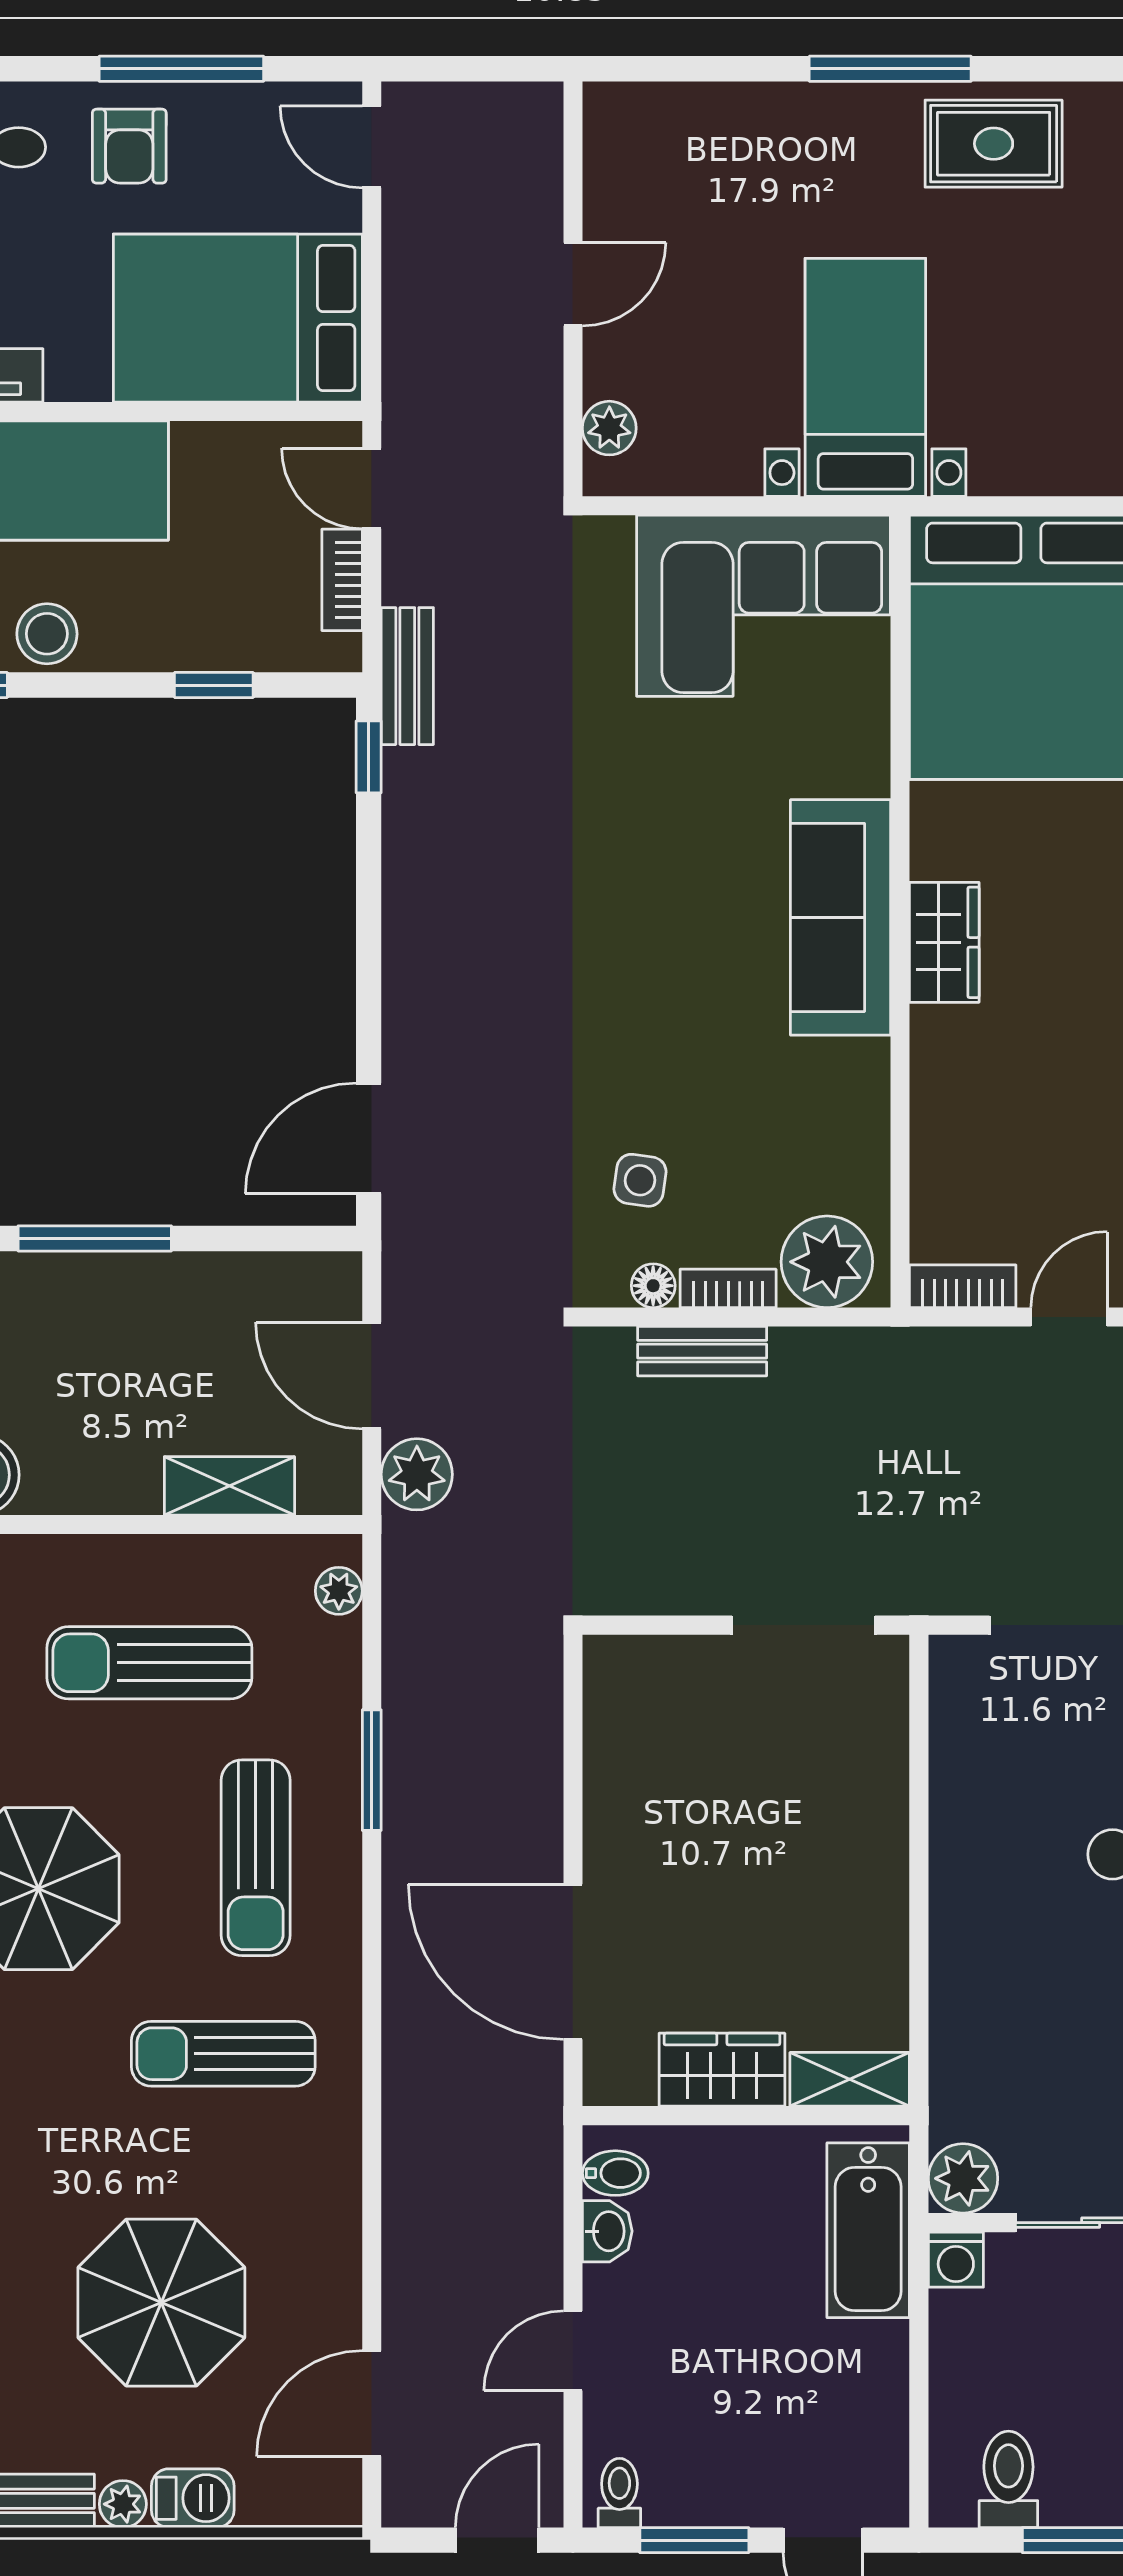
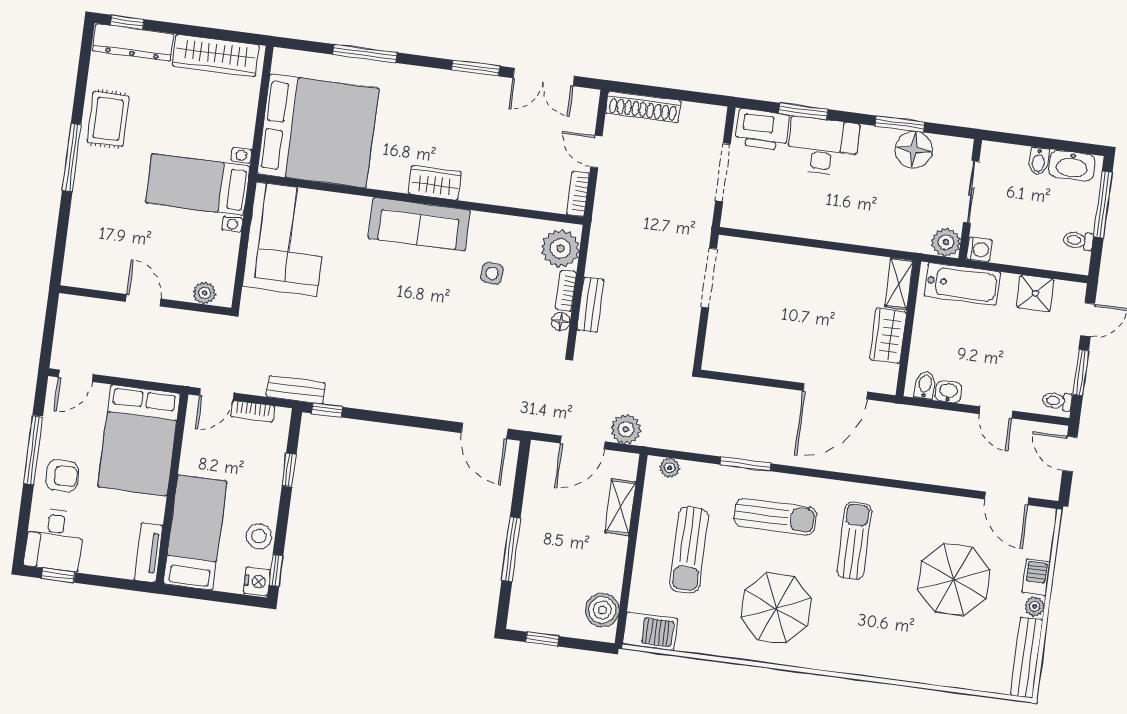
side table: (640, 1180) -> (492, 273), moved
sun lounger: (223, 2054) -> (854, 541), turned 180
shower: (869, 2407) -> (1035, 293), added
toilet: (1008, 2479) -> (1078, 240), width x0.73, depth x0.72

